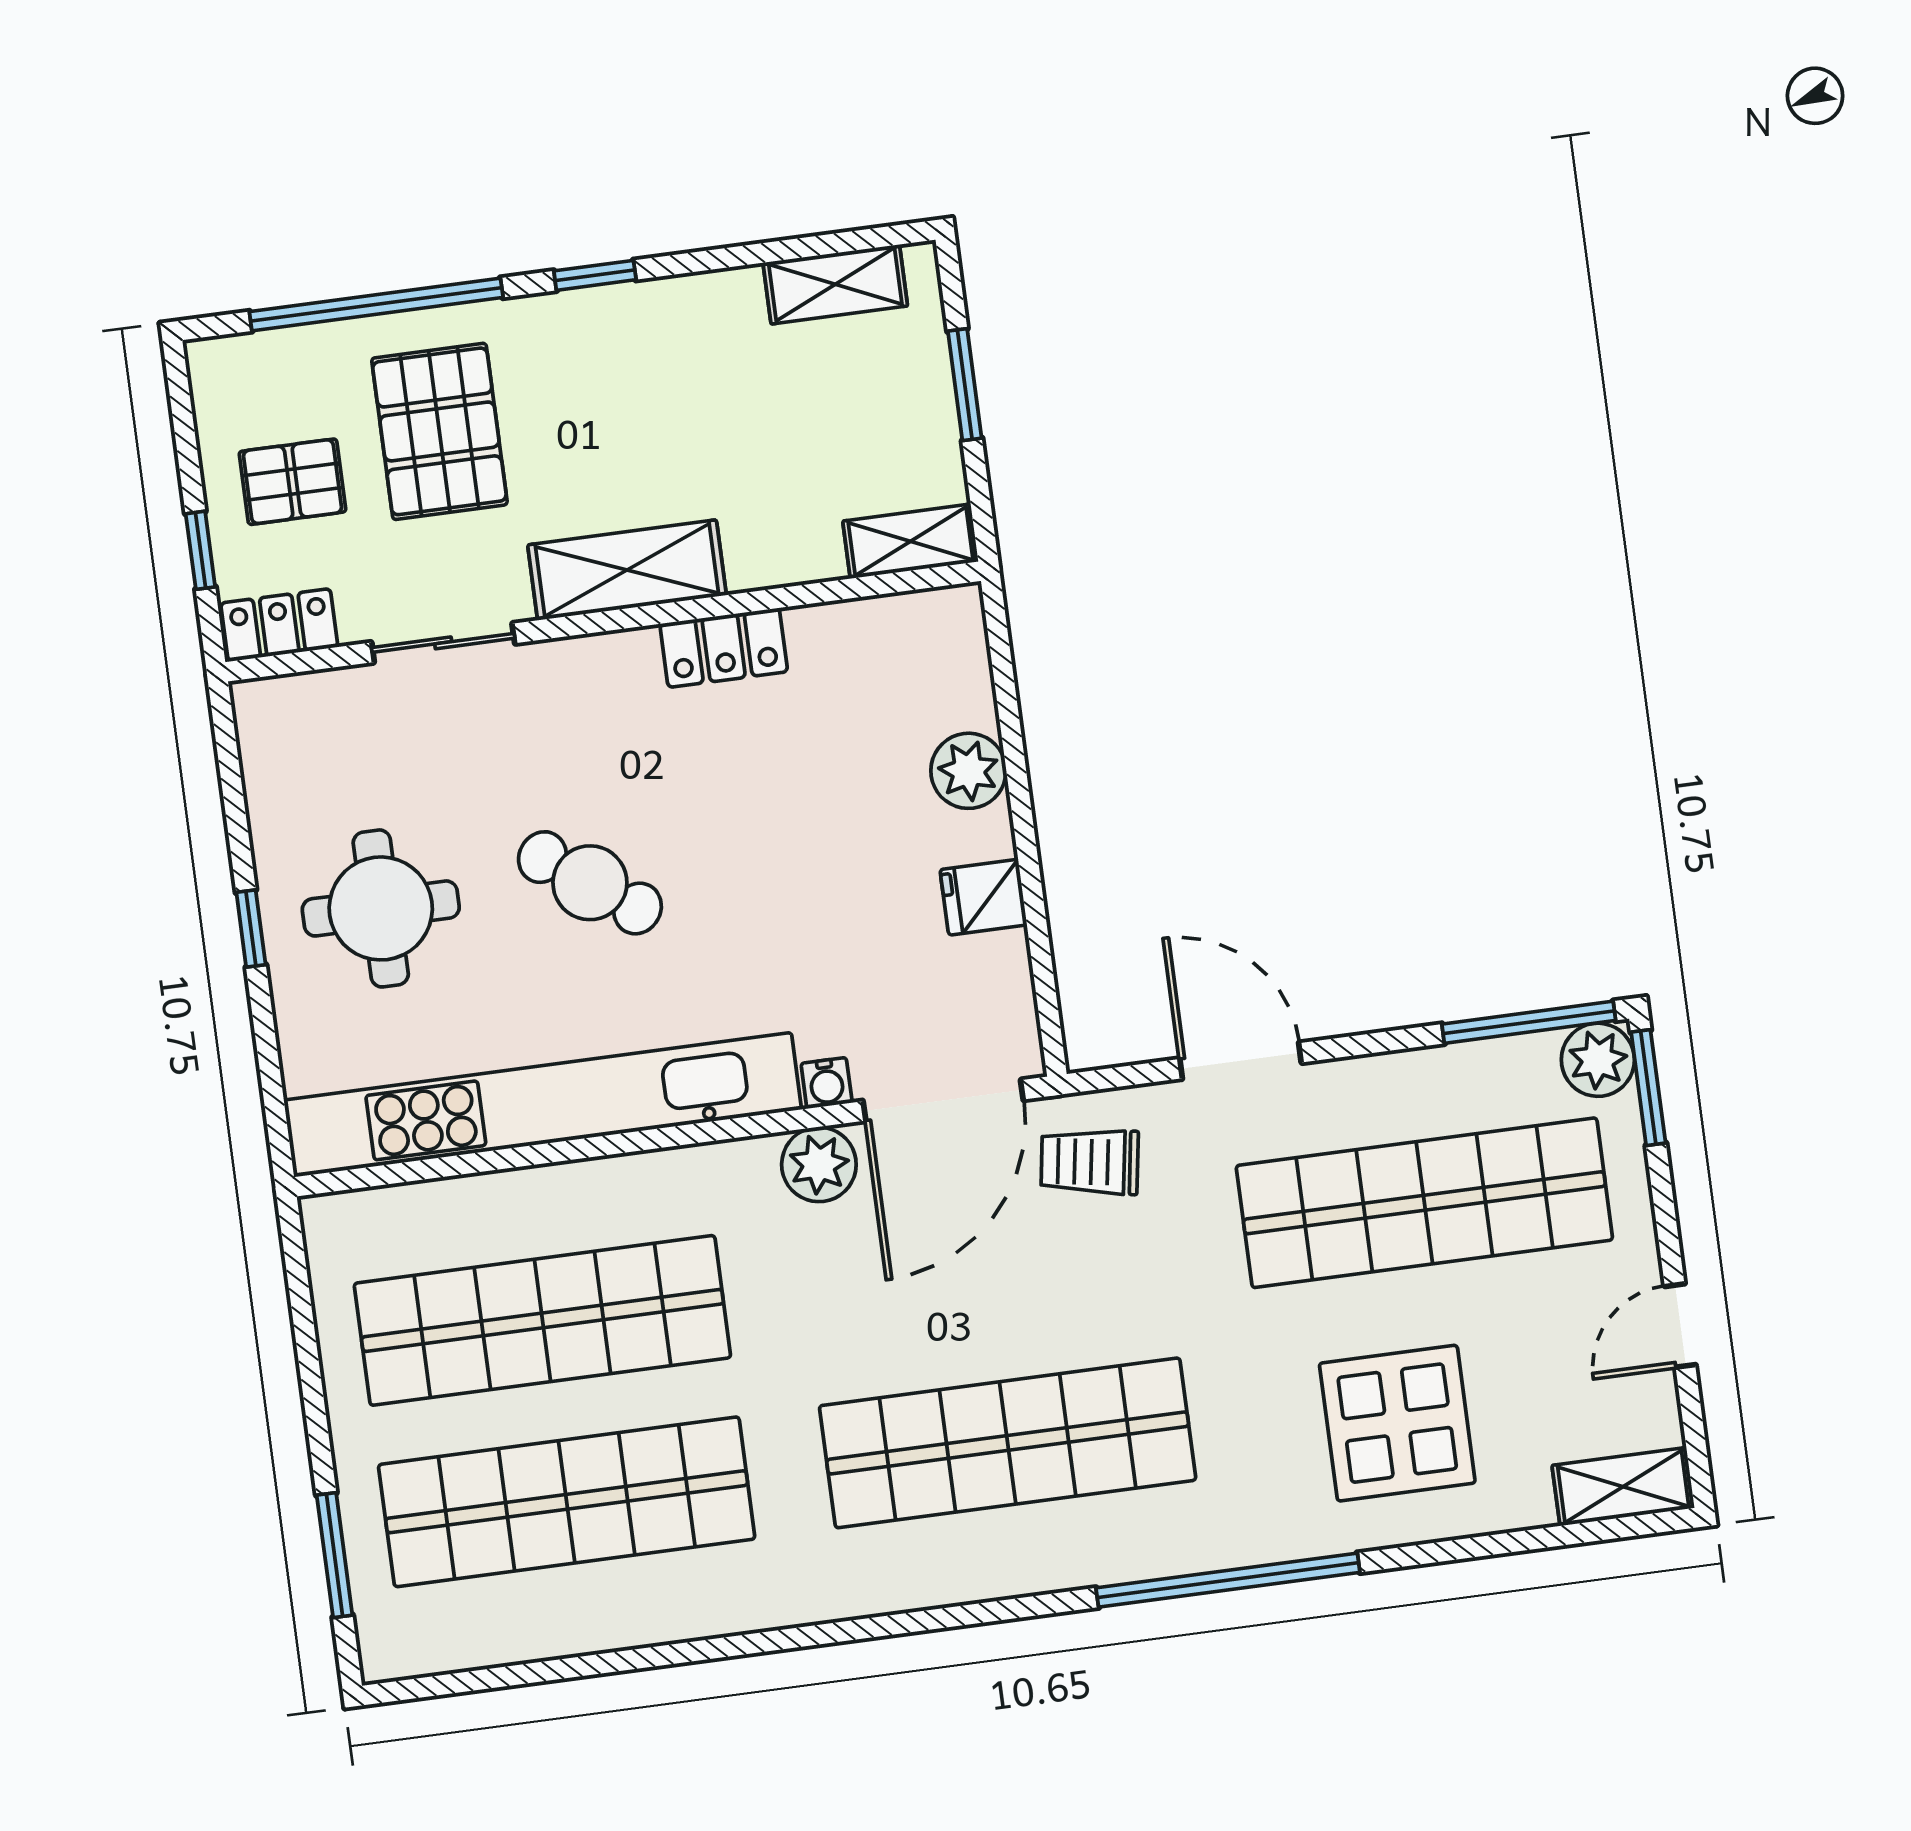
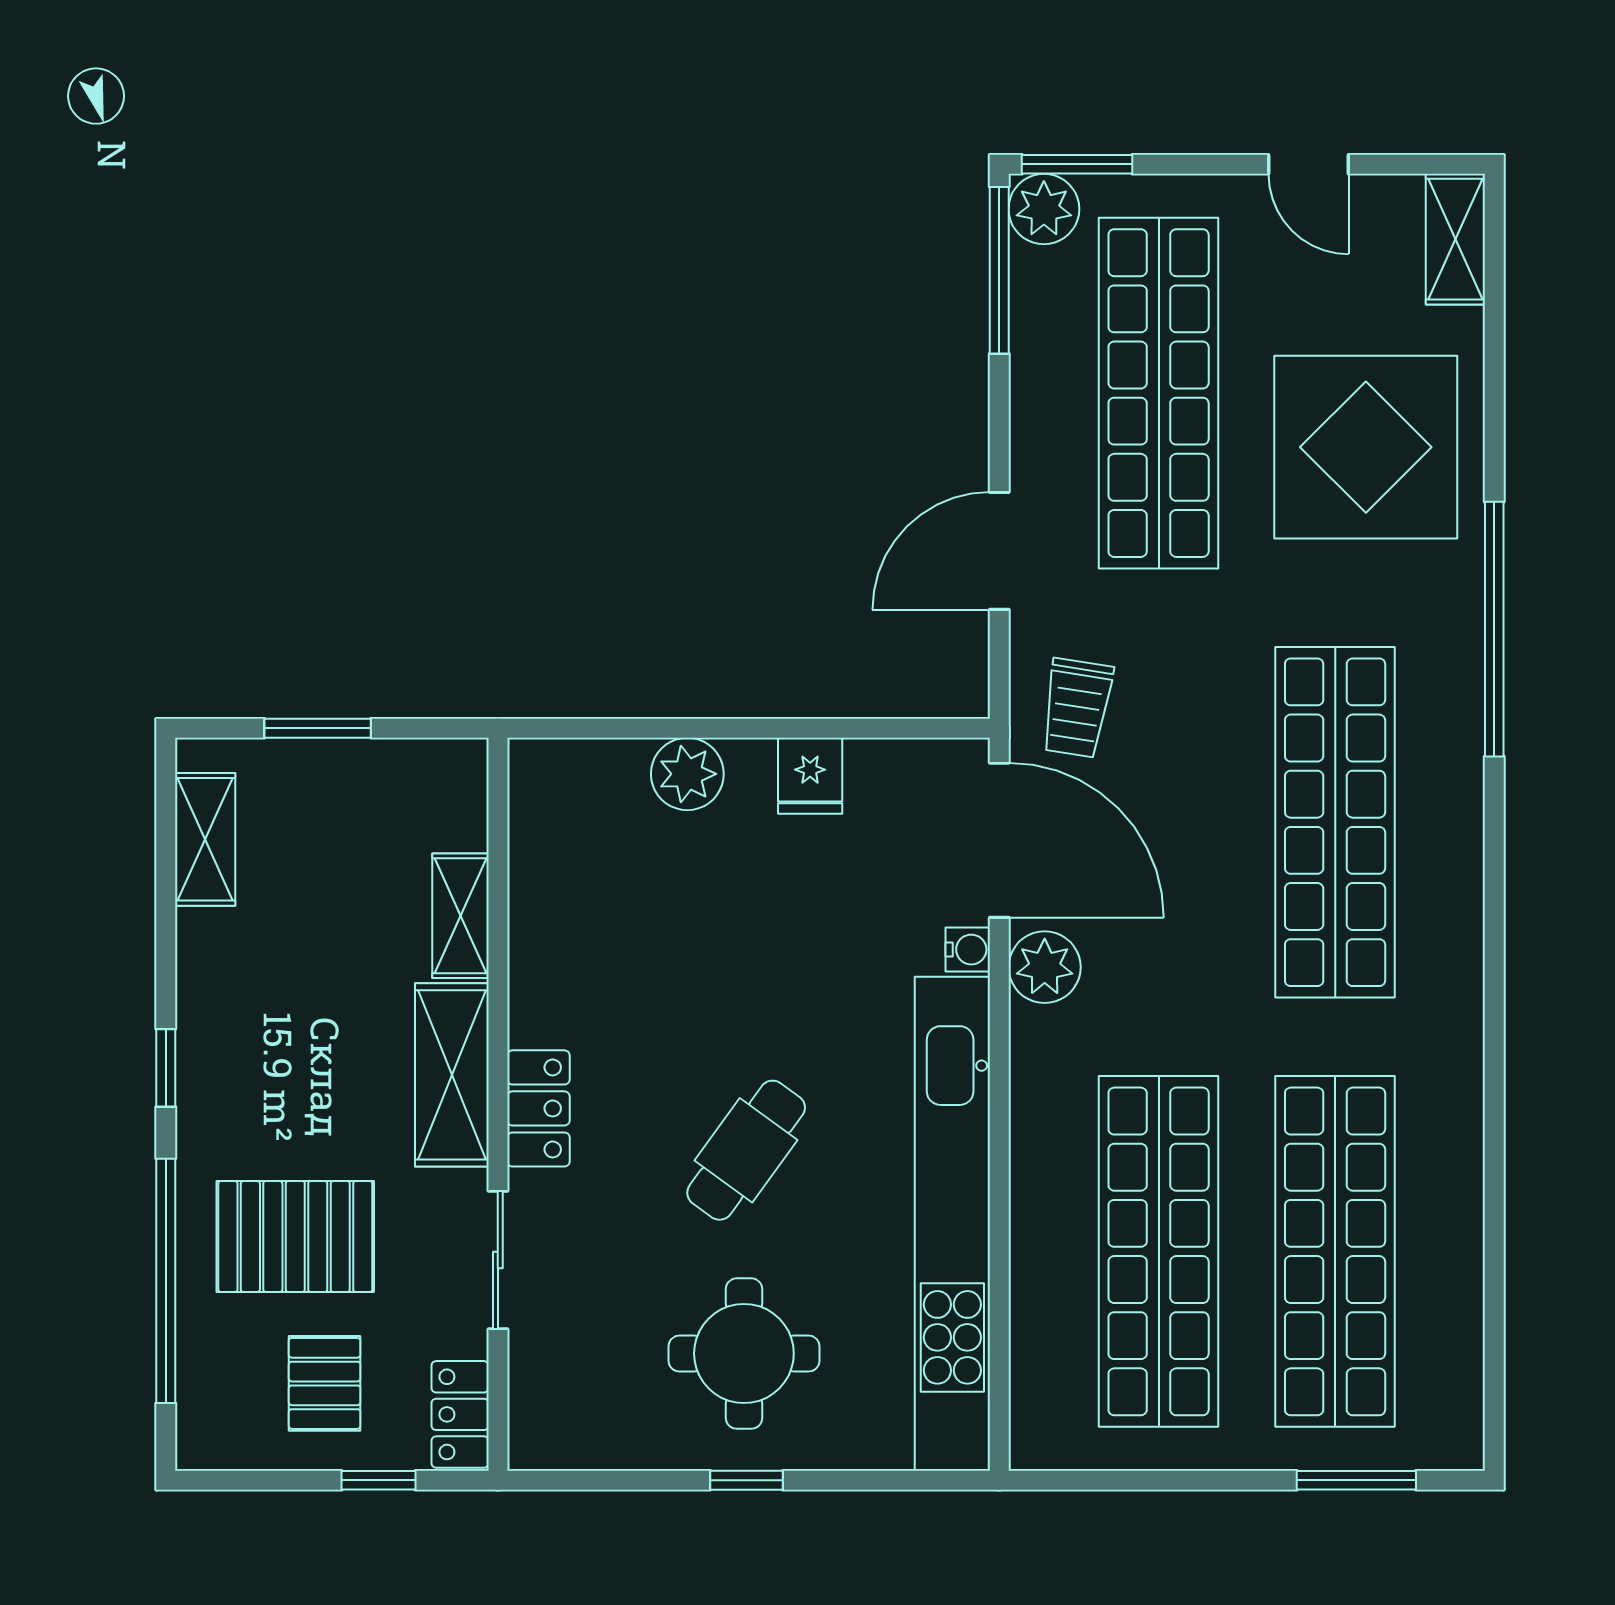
shelving: (911, 541) -> (460, 916), moved
locker: (724, 648) -> (538, 1108), moved
display table: (1397, 1423) -> (1366, 447), width x1.36, depth x1.36

